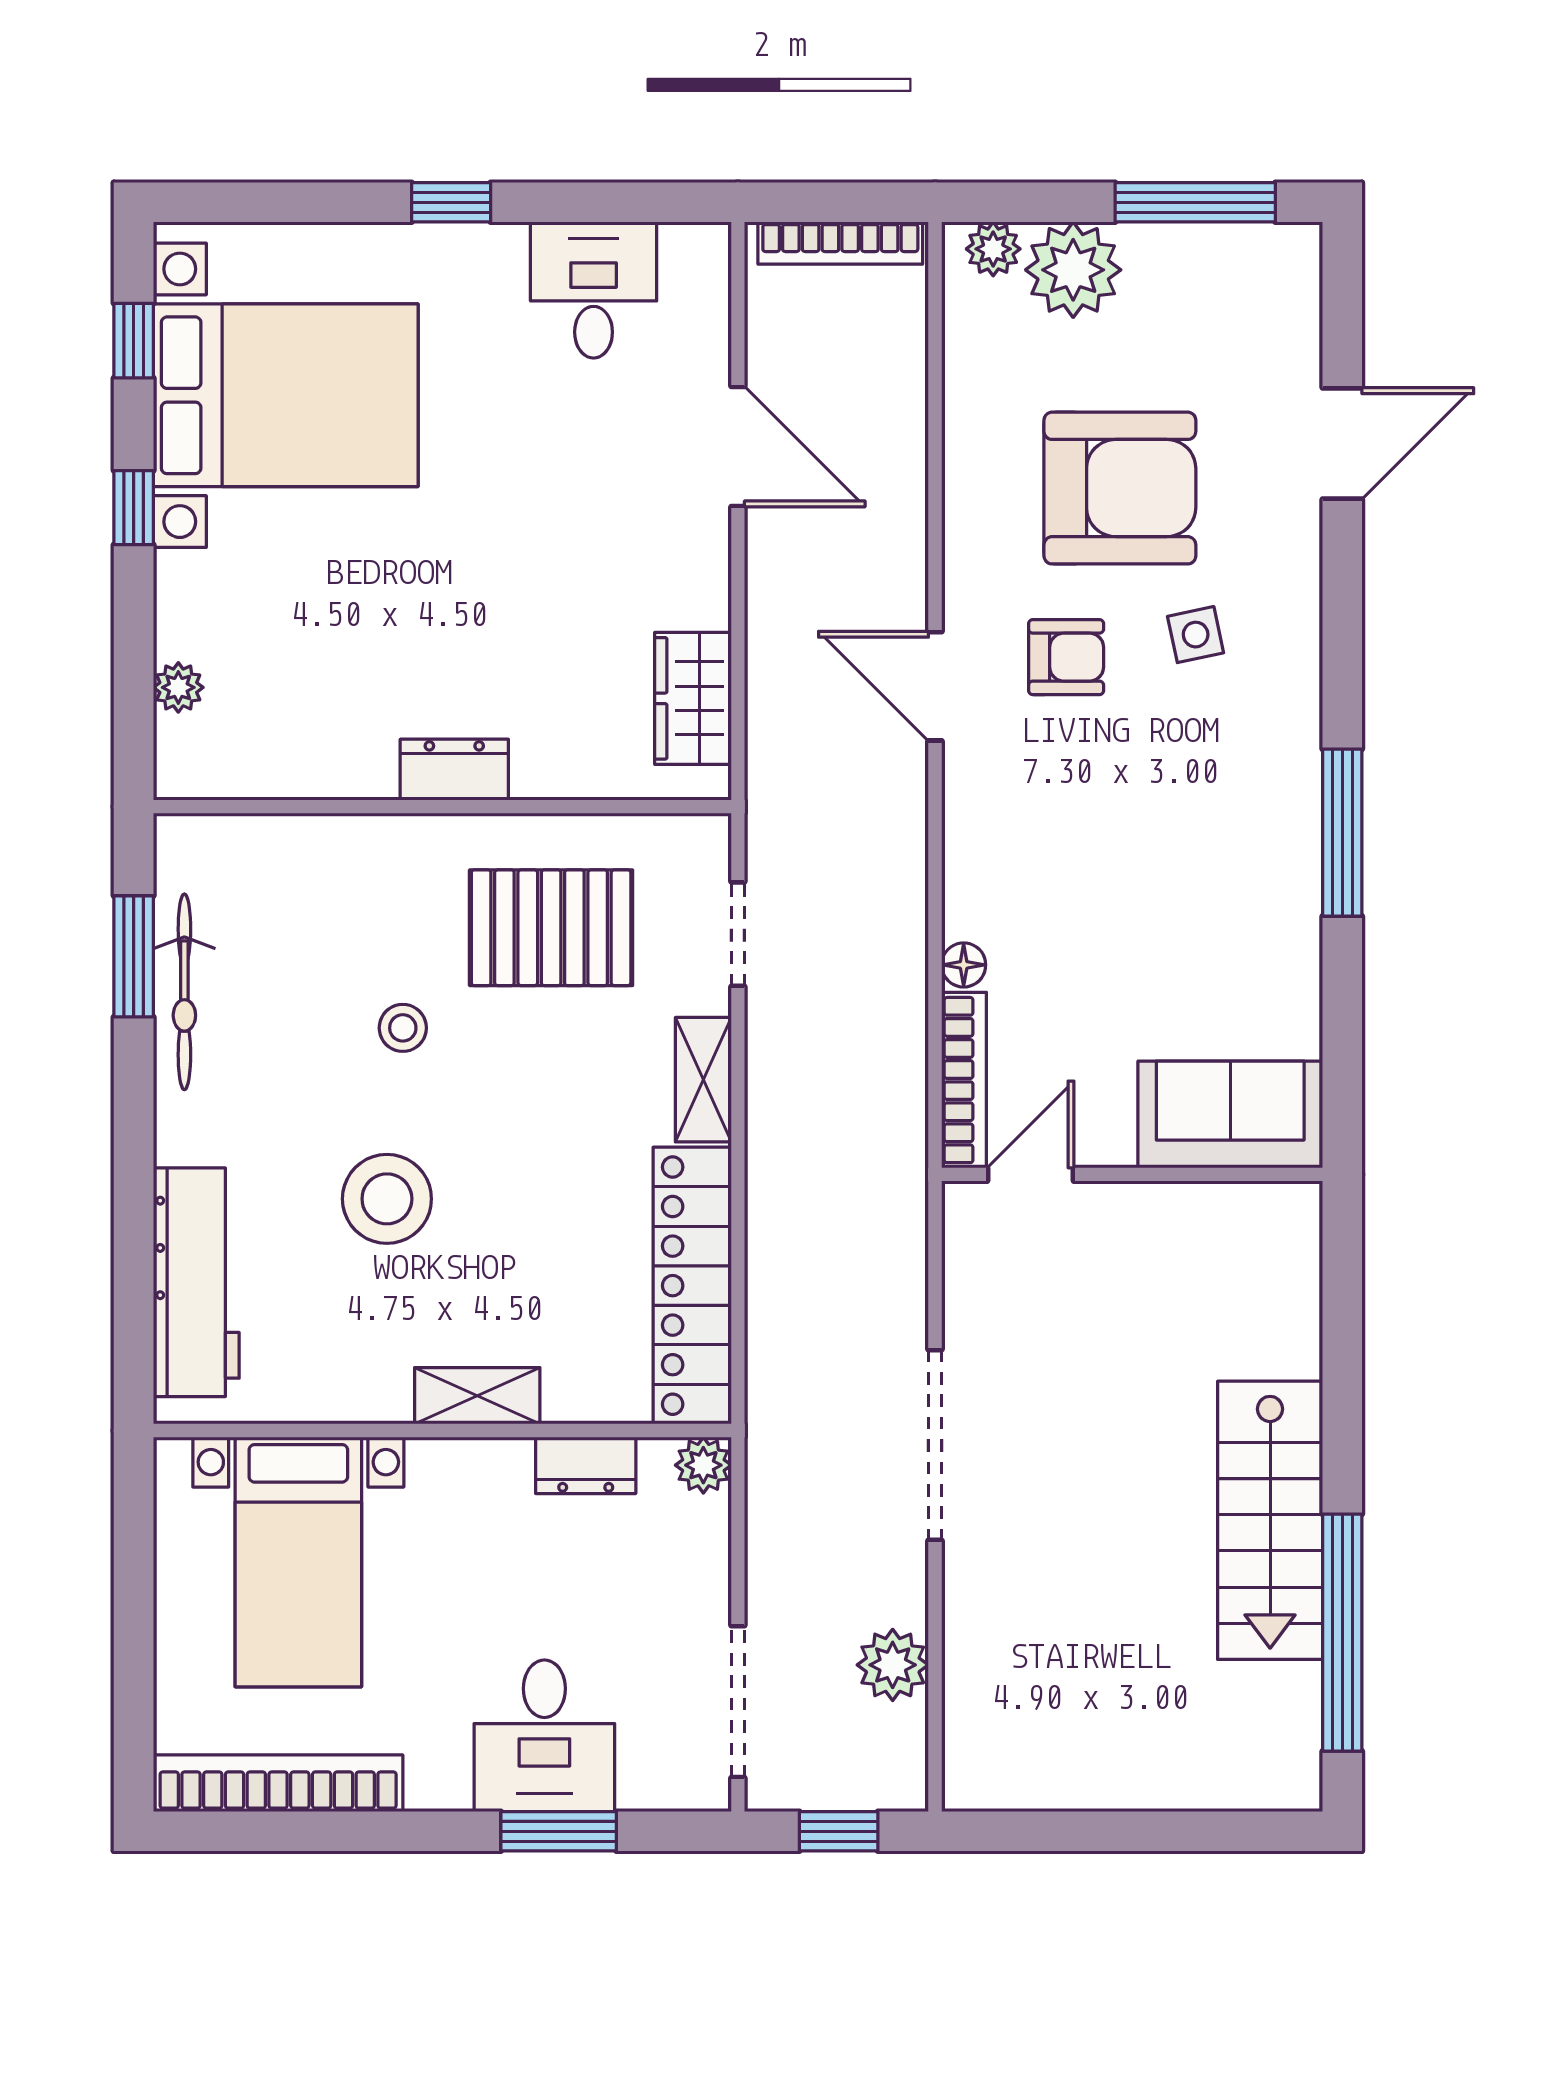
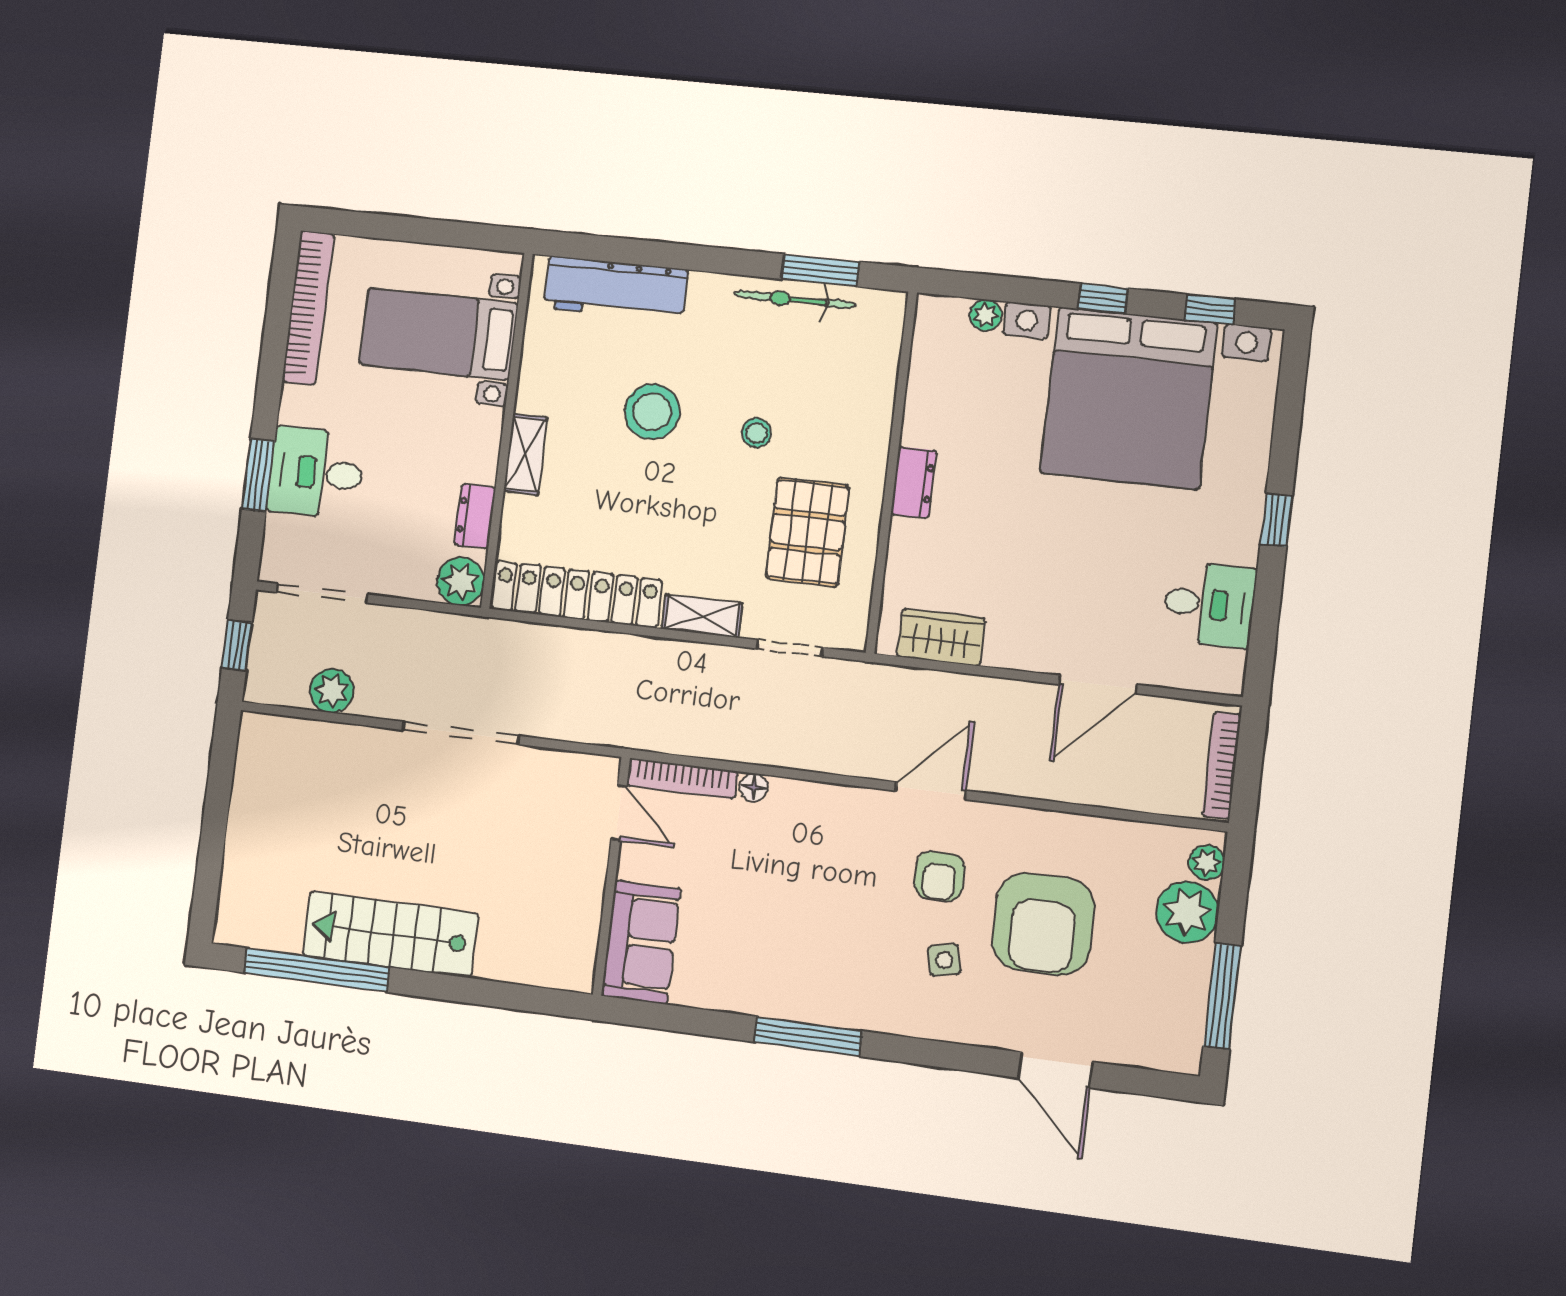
bed with nightstands: (286, 395) -> (1129, 398), width x1.36
plant: (703, 1465) -> (461, 581), width x1.38, depth x1.38

